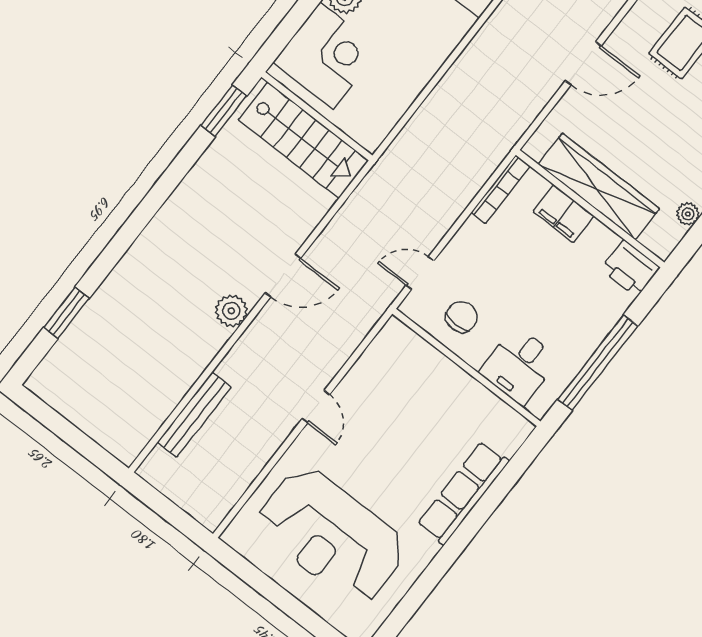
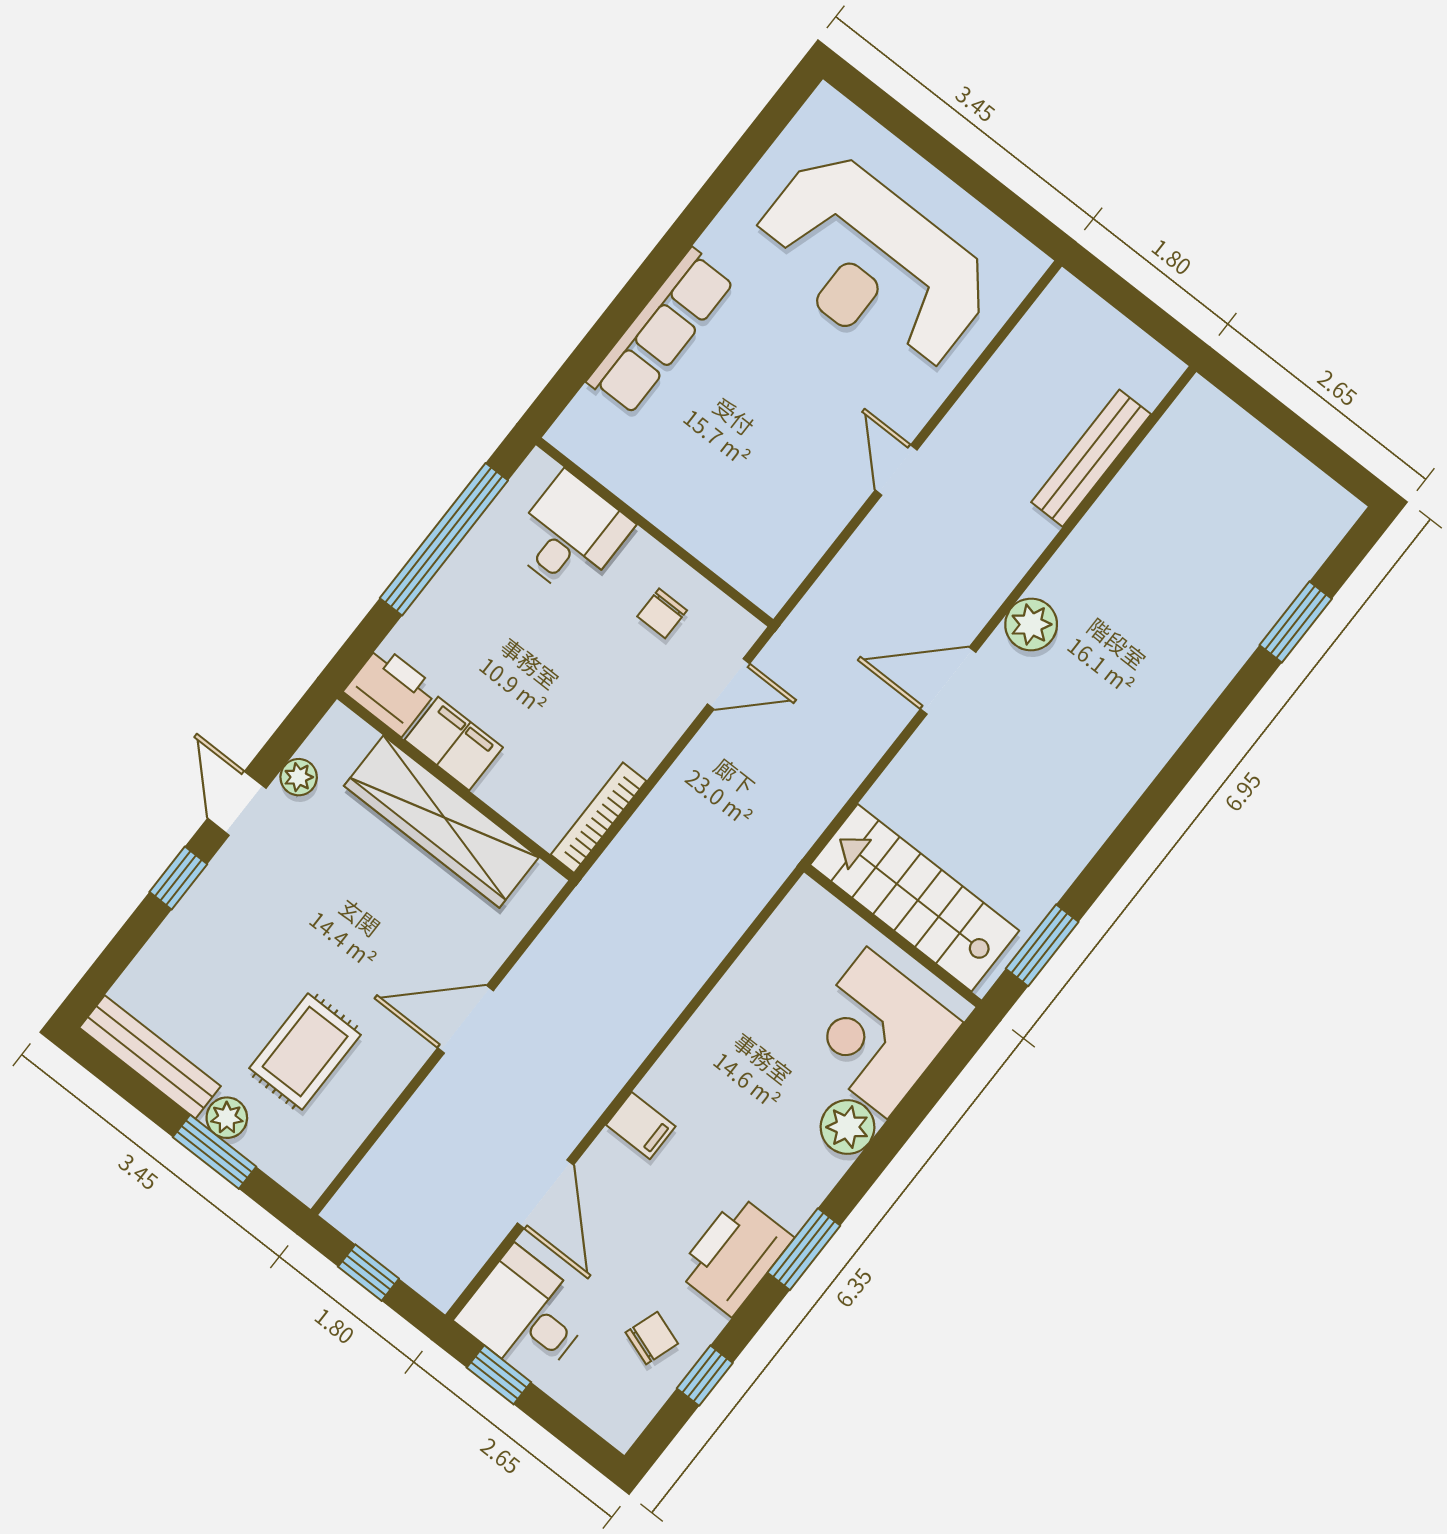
filing cabinet: (564, 214) -> (454, 744), moved
chair: (462, 317) -> (662, 613), width x0.73, depth x0.73
reception desk: (331, 536) -> (872, 263), turned 180

